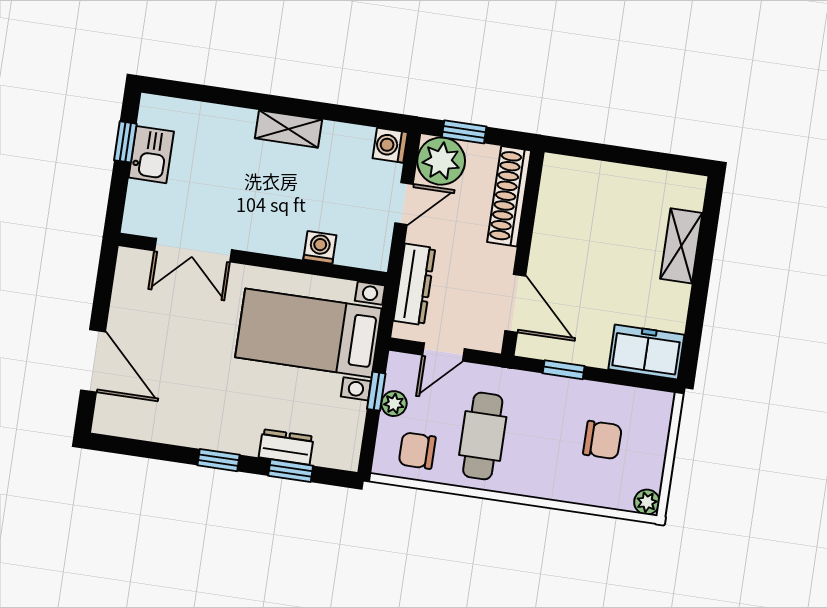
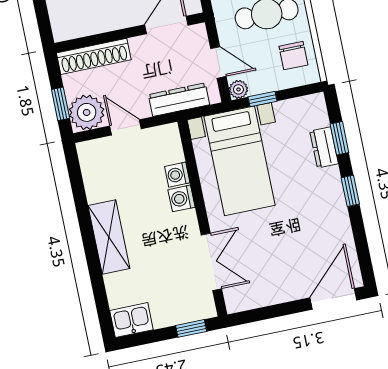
shelving: (289, 129) -> (109, 237), width x1.50, depth x1.33
window: (125, 142) -> (191, 328), moved
washing machine: (390, 145) -> (181, 198), moved, turned 90
kitchen sink: (151, 155) -> (131, 320), moved
door: (93, 361) -> (333, 299), moved
plant: (394, 404) -> (238, 89), moved

